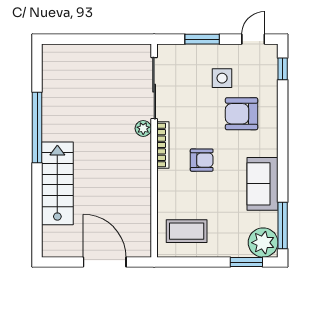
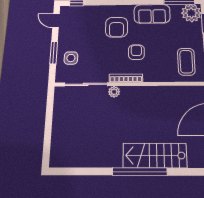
side table: (222, 78) -> (71, 58), moved
armchair: (242, 114) -> (117, 27), moved
window: (37, 127) -> (140, 172), moved

